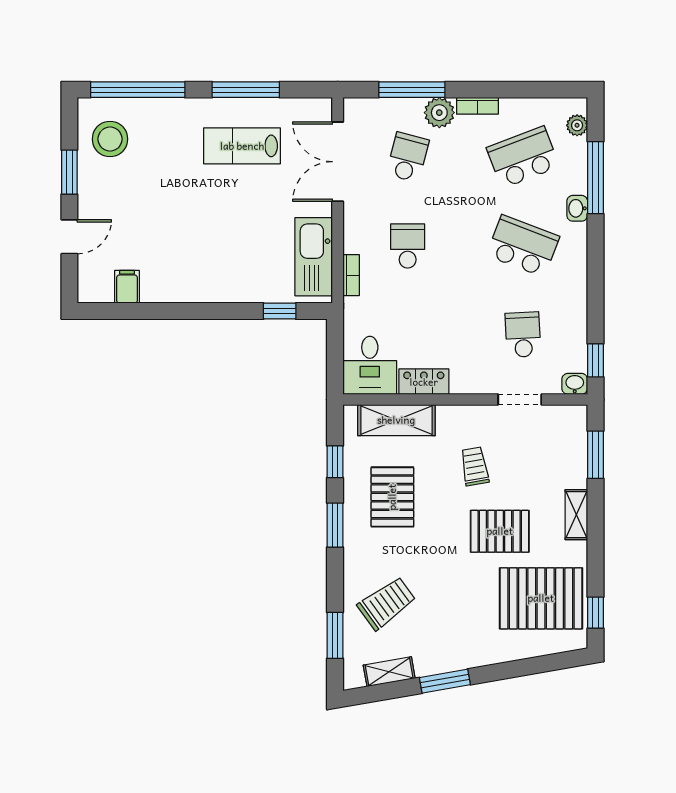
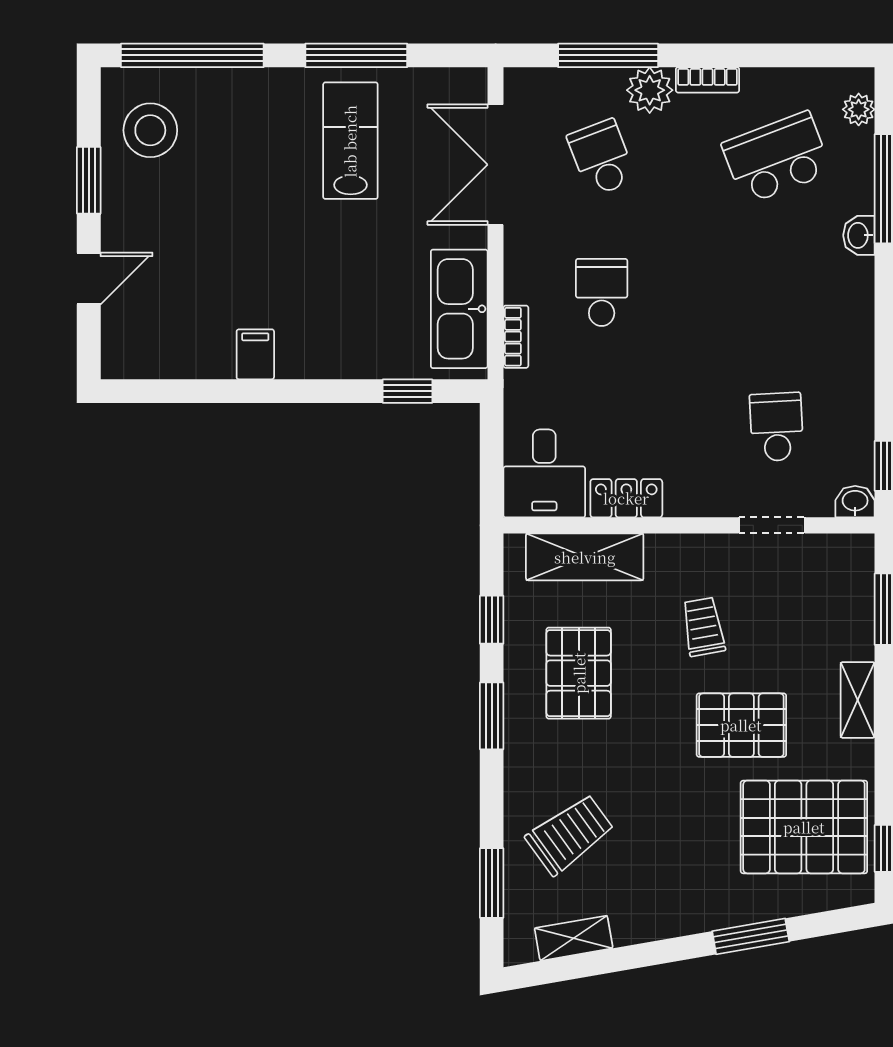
lab bench: (242, 146) -> (350, 141), turned 90
school desk: (408, 157) -> (602, 158), turned -36
school desk: (523, 246) -> (777, 292), removed
filing cabinet: (127, 287) -> (255, 354), moved
window: (445, 681) -> (751, 936), moved

